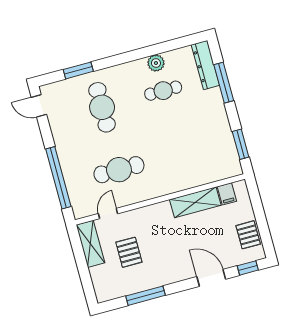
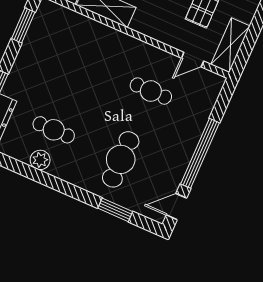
door: (39, 106) -> (176, 207), swing flipped
cafe table: (119, 170) -> (151, 91), width x0.73, depth x0.74
window: (58, 178) -> (200, 153), moved

